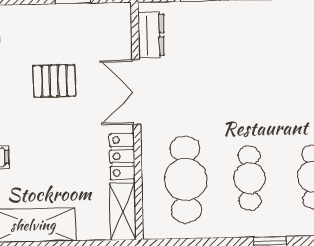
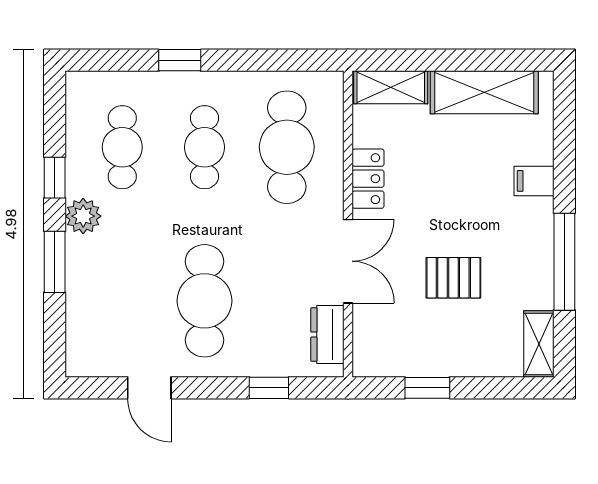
cafe table: (247, 59) -> (205, 301), added
shelving: (123, 211) -> (391, 87), moved, turned 90

